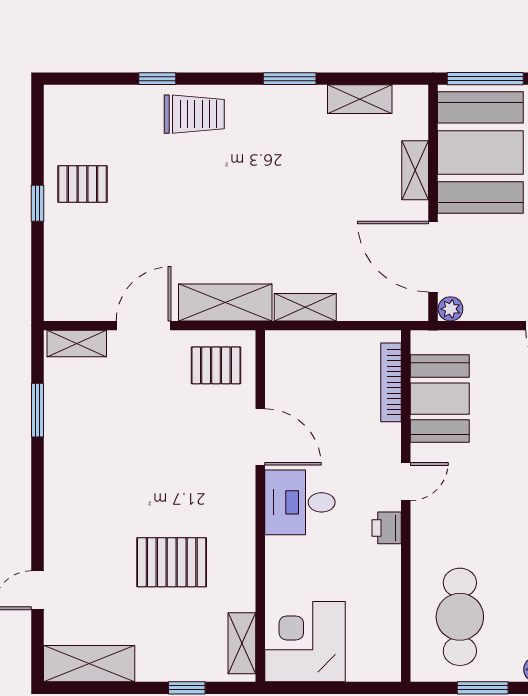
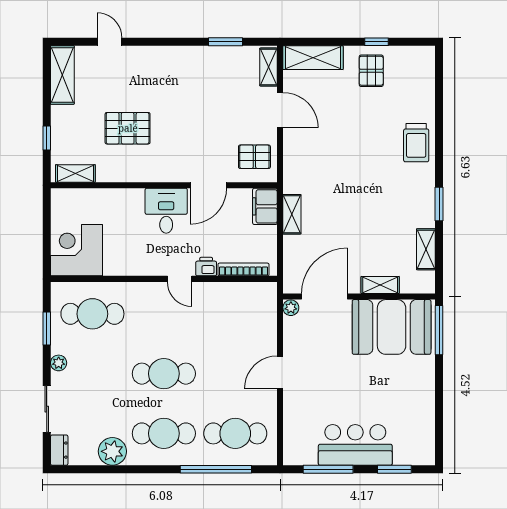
window: (157, 79) -> (439, 119), removed
window: (37, 203) -> (377, 42), moved
shelving: (225, 302) -> (313, 58), moved, turned 90
filing cabinet: (293, 349) -> (265, 206), added
pallet: (216, 365) -> (254, 157), turned 90
booth: (440, 399) -> (233, 301), removed
printer: (387, 528) -> (206, 267), moved
pallet: (172, 562) -> (128, 128), turned 90
corner desk: (305, 642) -> (76, 250), moved, turned -90

